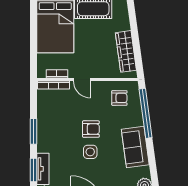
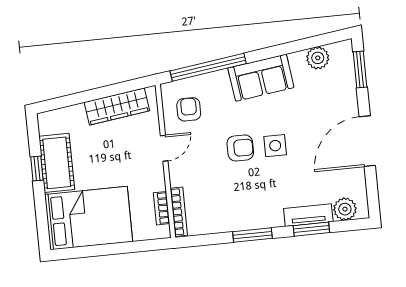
door: (82, 79) -> (164, 148), moved
armchair: (91, 129) -> (240, 148), turned 90

